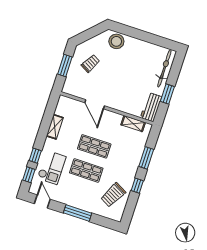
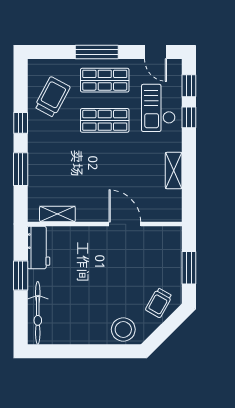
trolley: (90, 63) -> (159, 303), moved
shop shelf: (94, 146) -> (105, 80), moved

